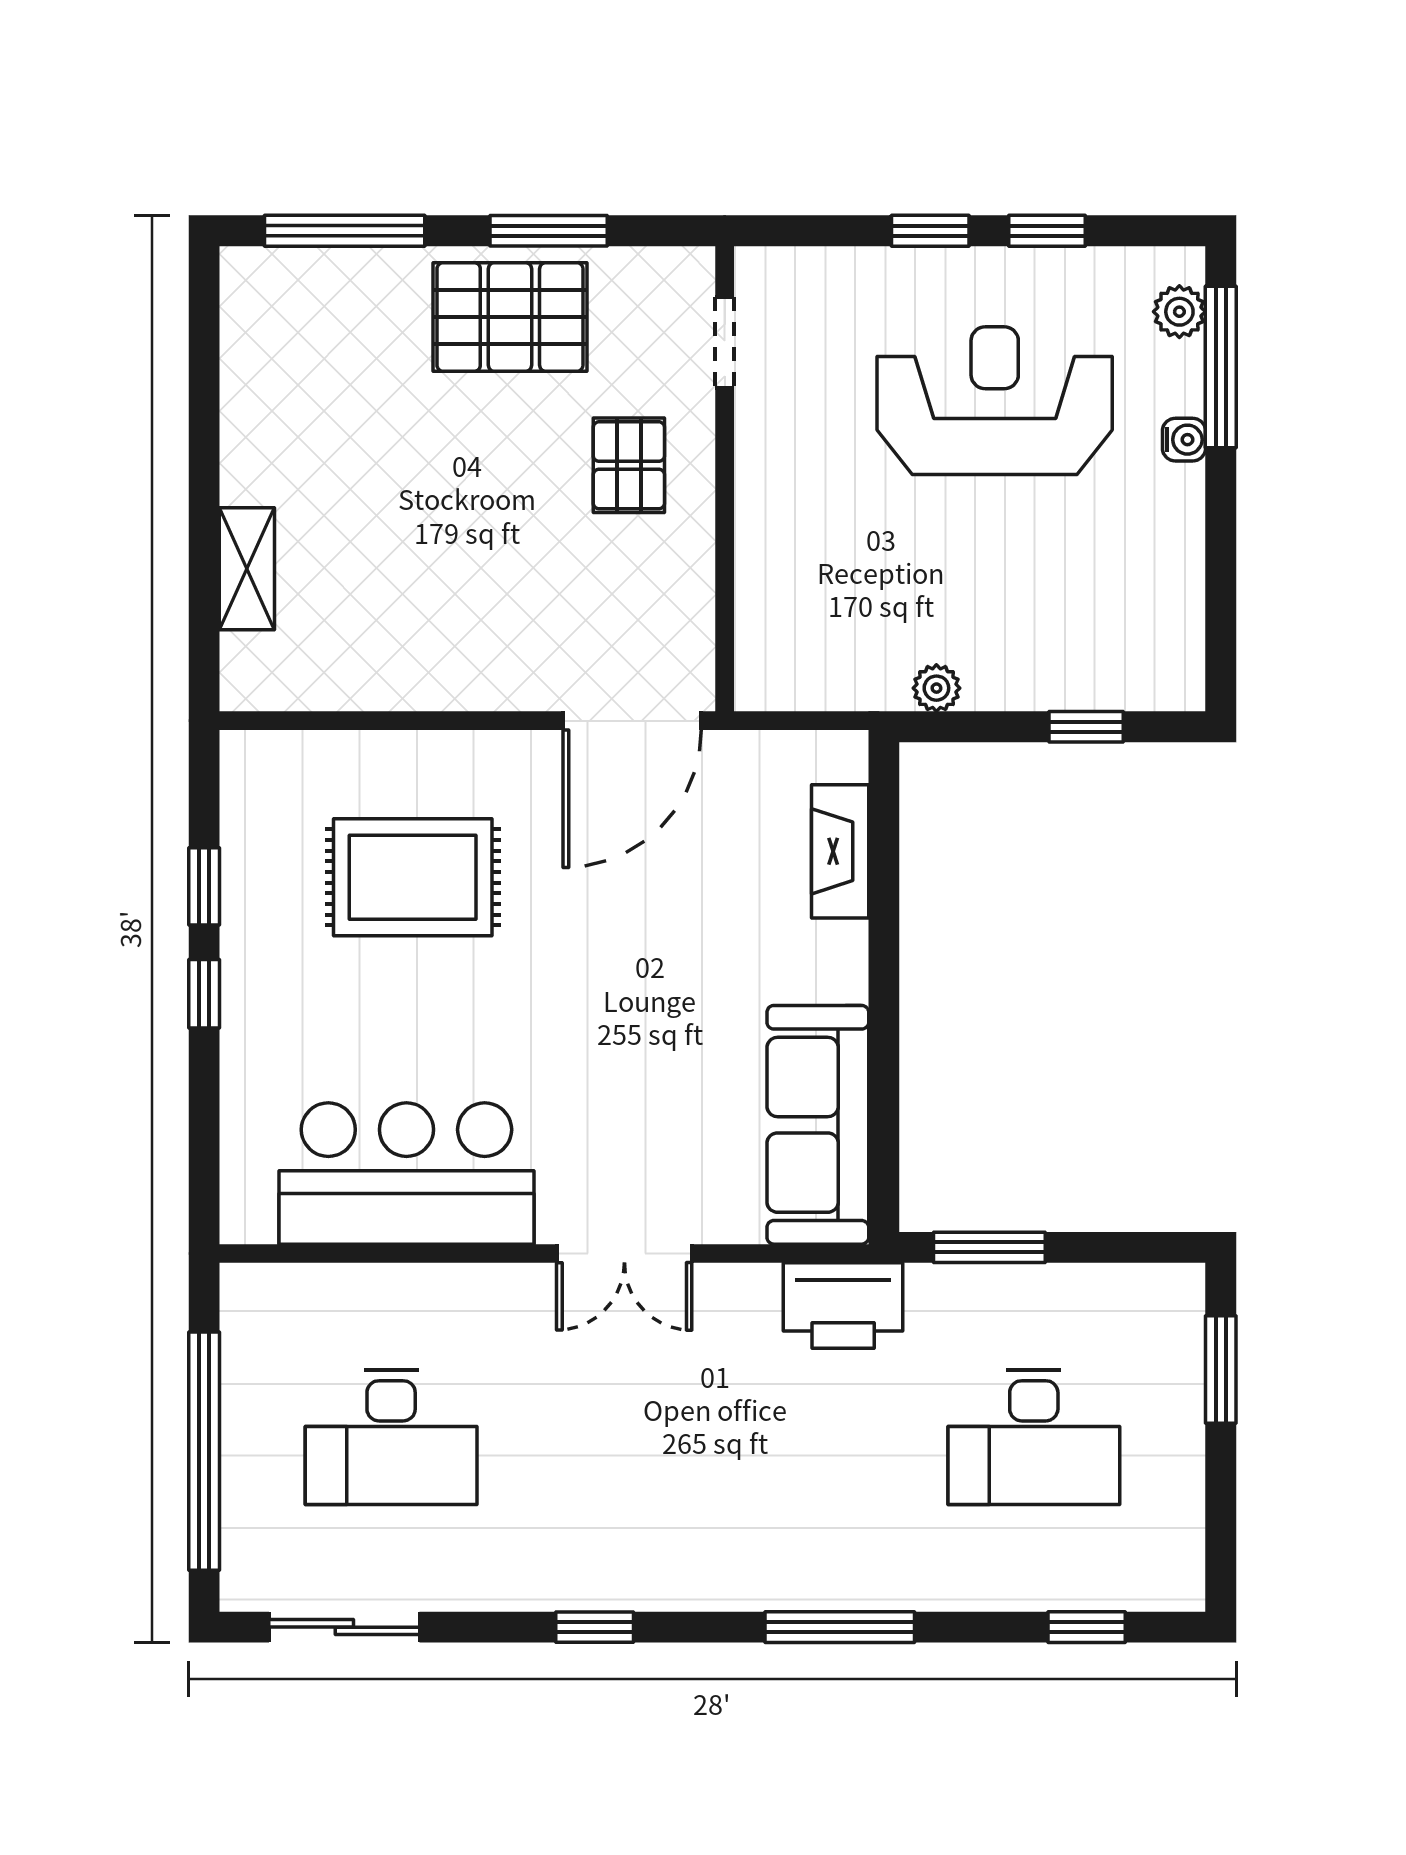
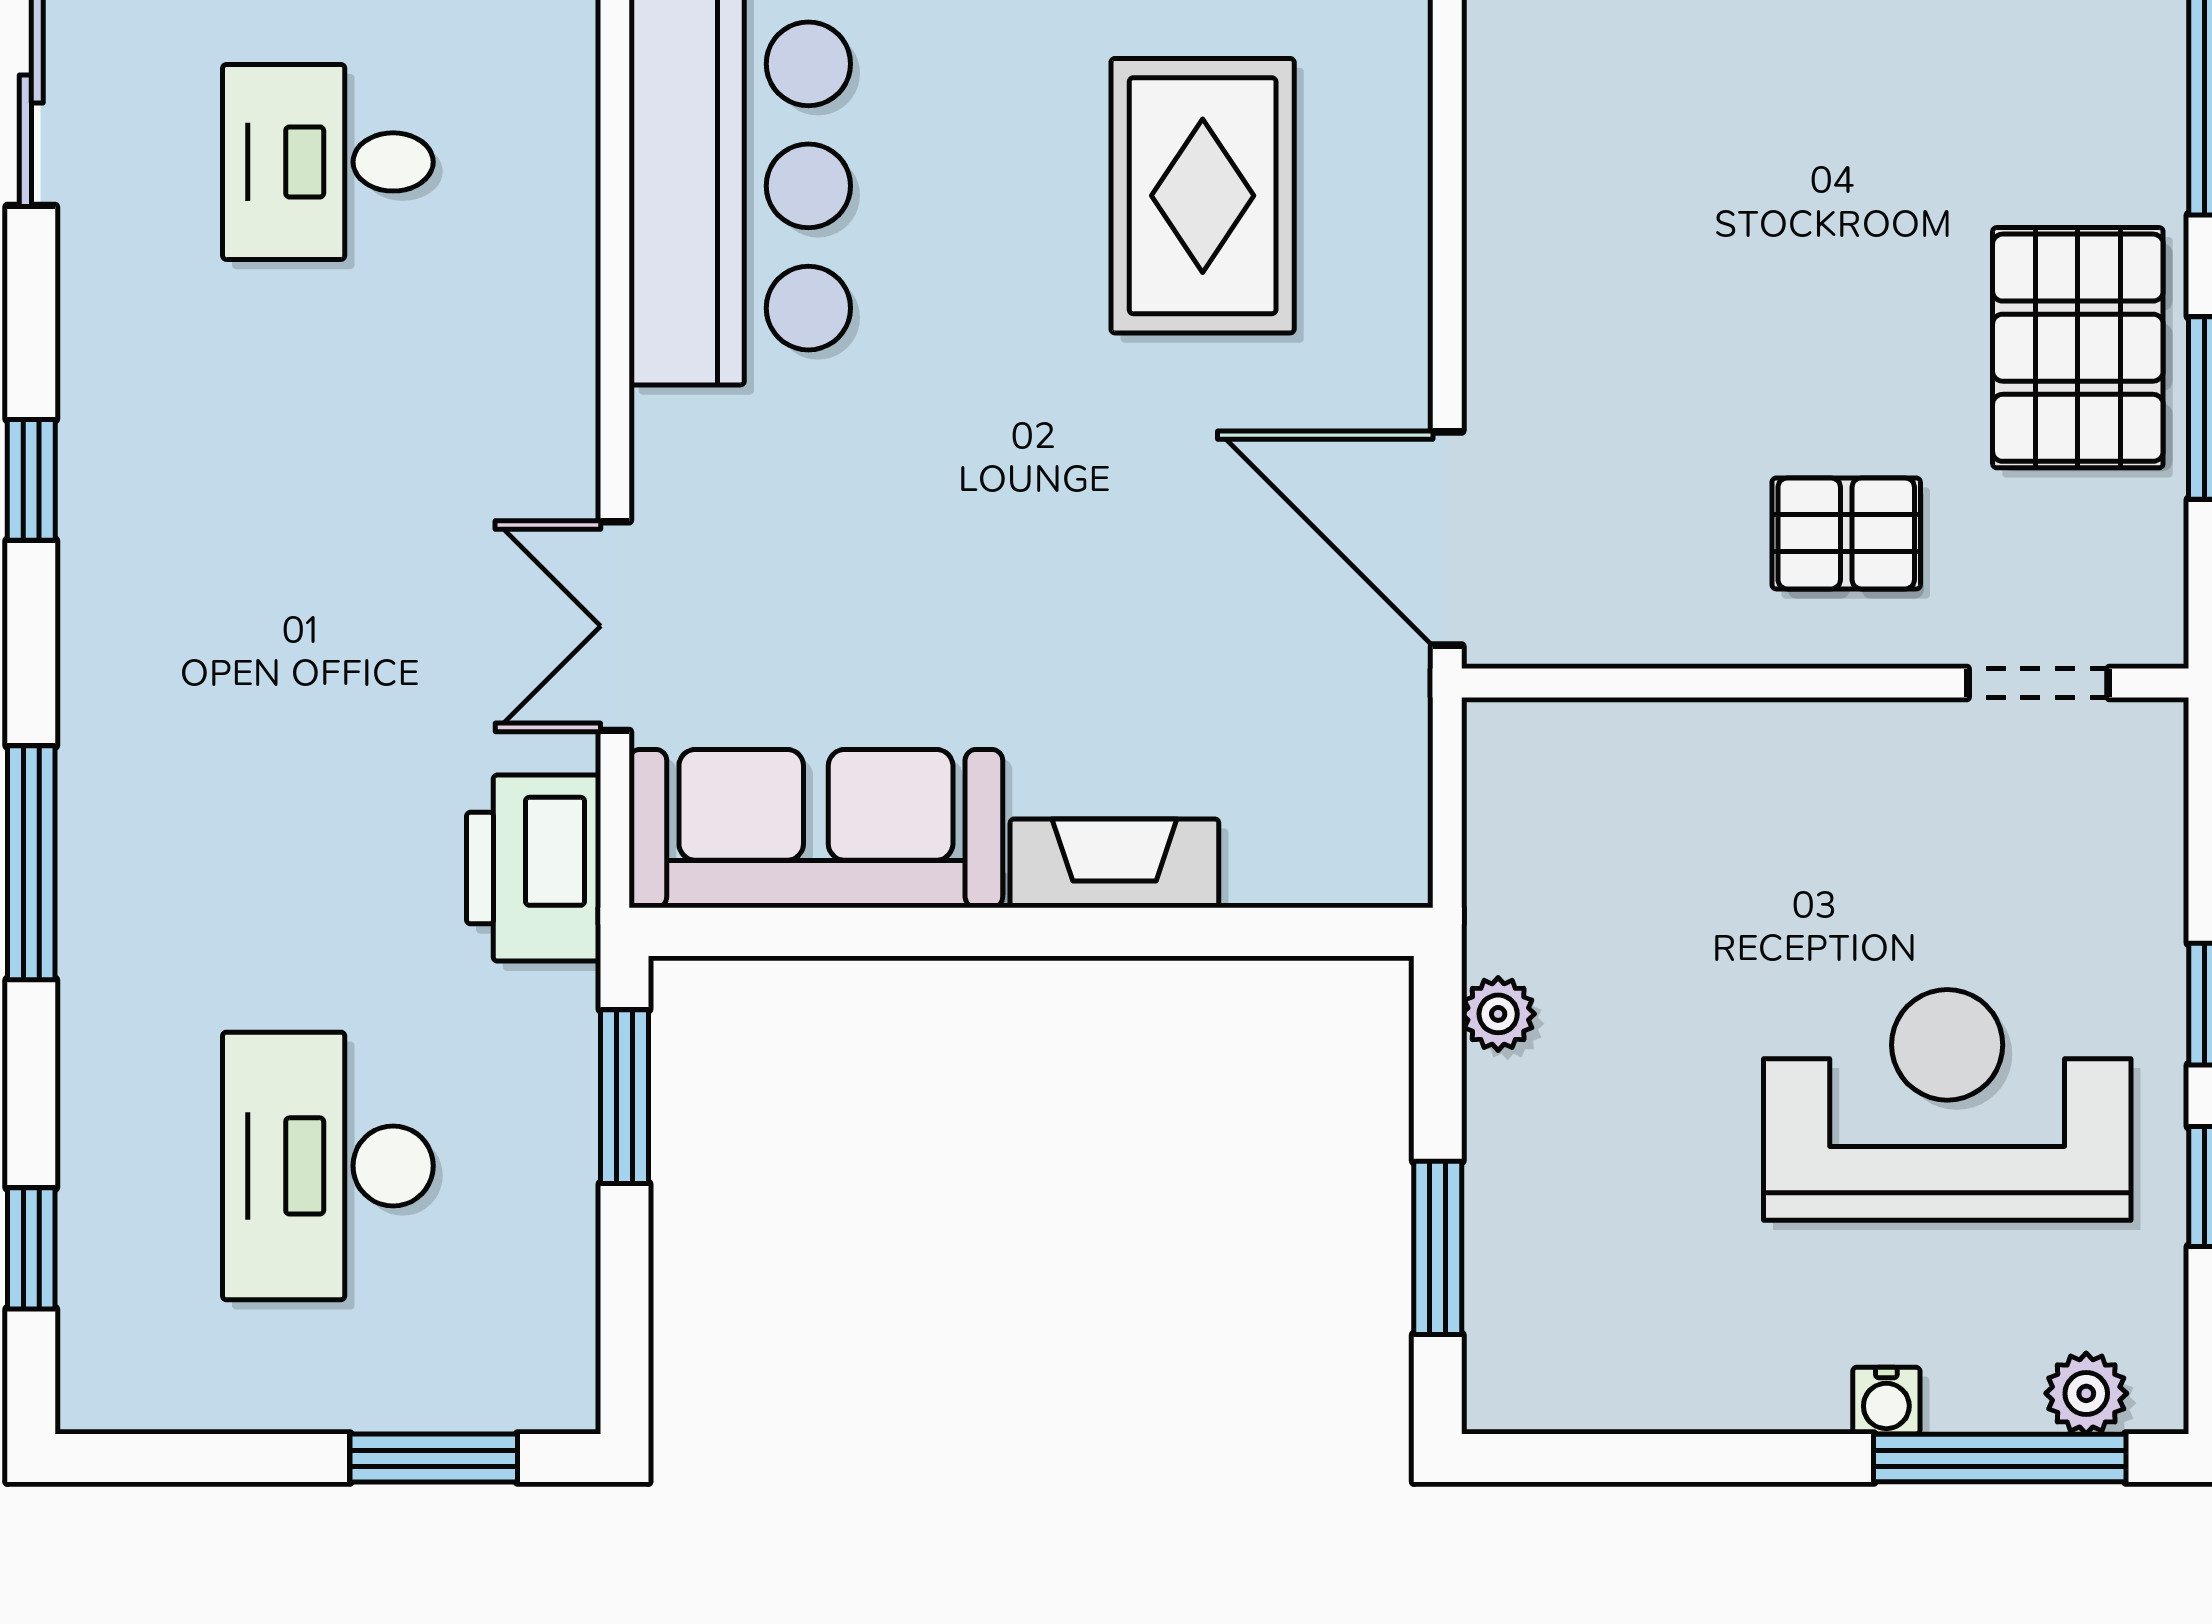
reception desk: (995, 401) -> (1947, 1105), turned -90
window: (1086, 727) -> (1438, 1248), width x1.50
fireplace: (840, 851) -> (1114, 863), moved
double door: (624, 1253) -> (615, 626), moved
desk: (391, 1437) -> (328, 162), width x0.73

